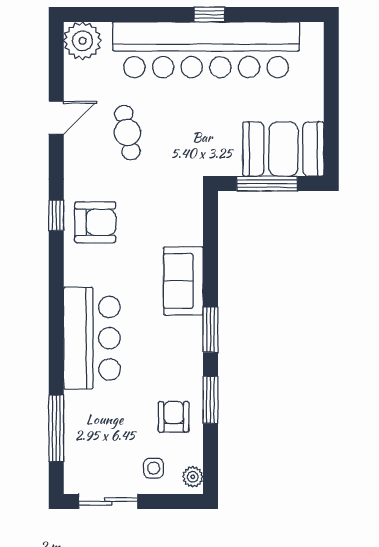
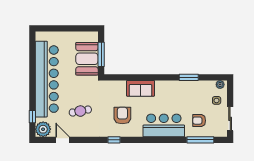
window: (209, 14) -> (32, 117), moved
door: (56, 118) -> (63, 140), moved
booth: (283, 149) -> (87, 59), moved
armchair: (95, 222) -> (122, 115), moved
window: (210, 330) -> (160, 77), removed
armchair: (174, 417) -> (199, 121), moved

